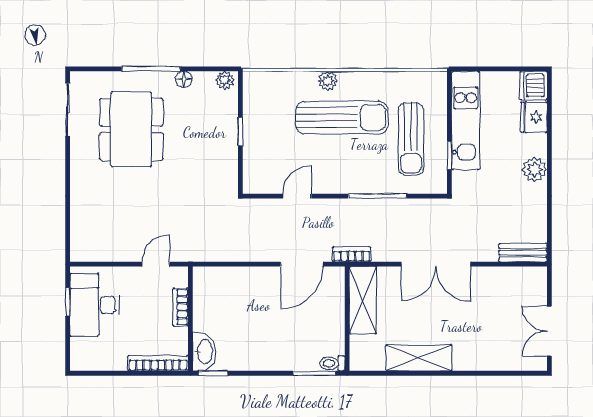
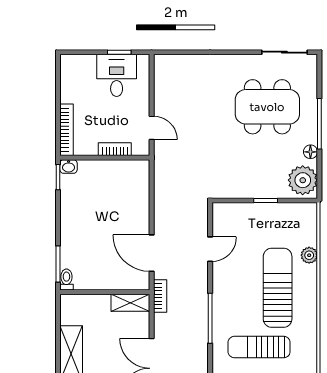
plant: (225, 80) -> (303, 180), width x1.88, depth x1.88
plant: (328, 81) -> (309, 255), moved
sun lounger: (342, 118) -> (278, 288), turned 180
door: (297, 196) -> (210, 249), hinge flipped
shelving: (363, 300) -> (130, 303), width x0.67, depth x0.75
desk: (95, 305) -> (117, 75), width x0.73
washbasin: (204, 352) -> (69, 166), width x0.52, depth x0.69

